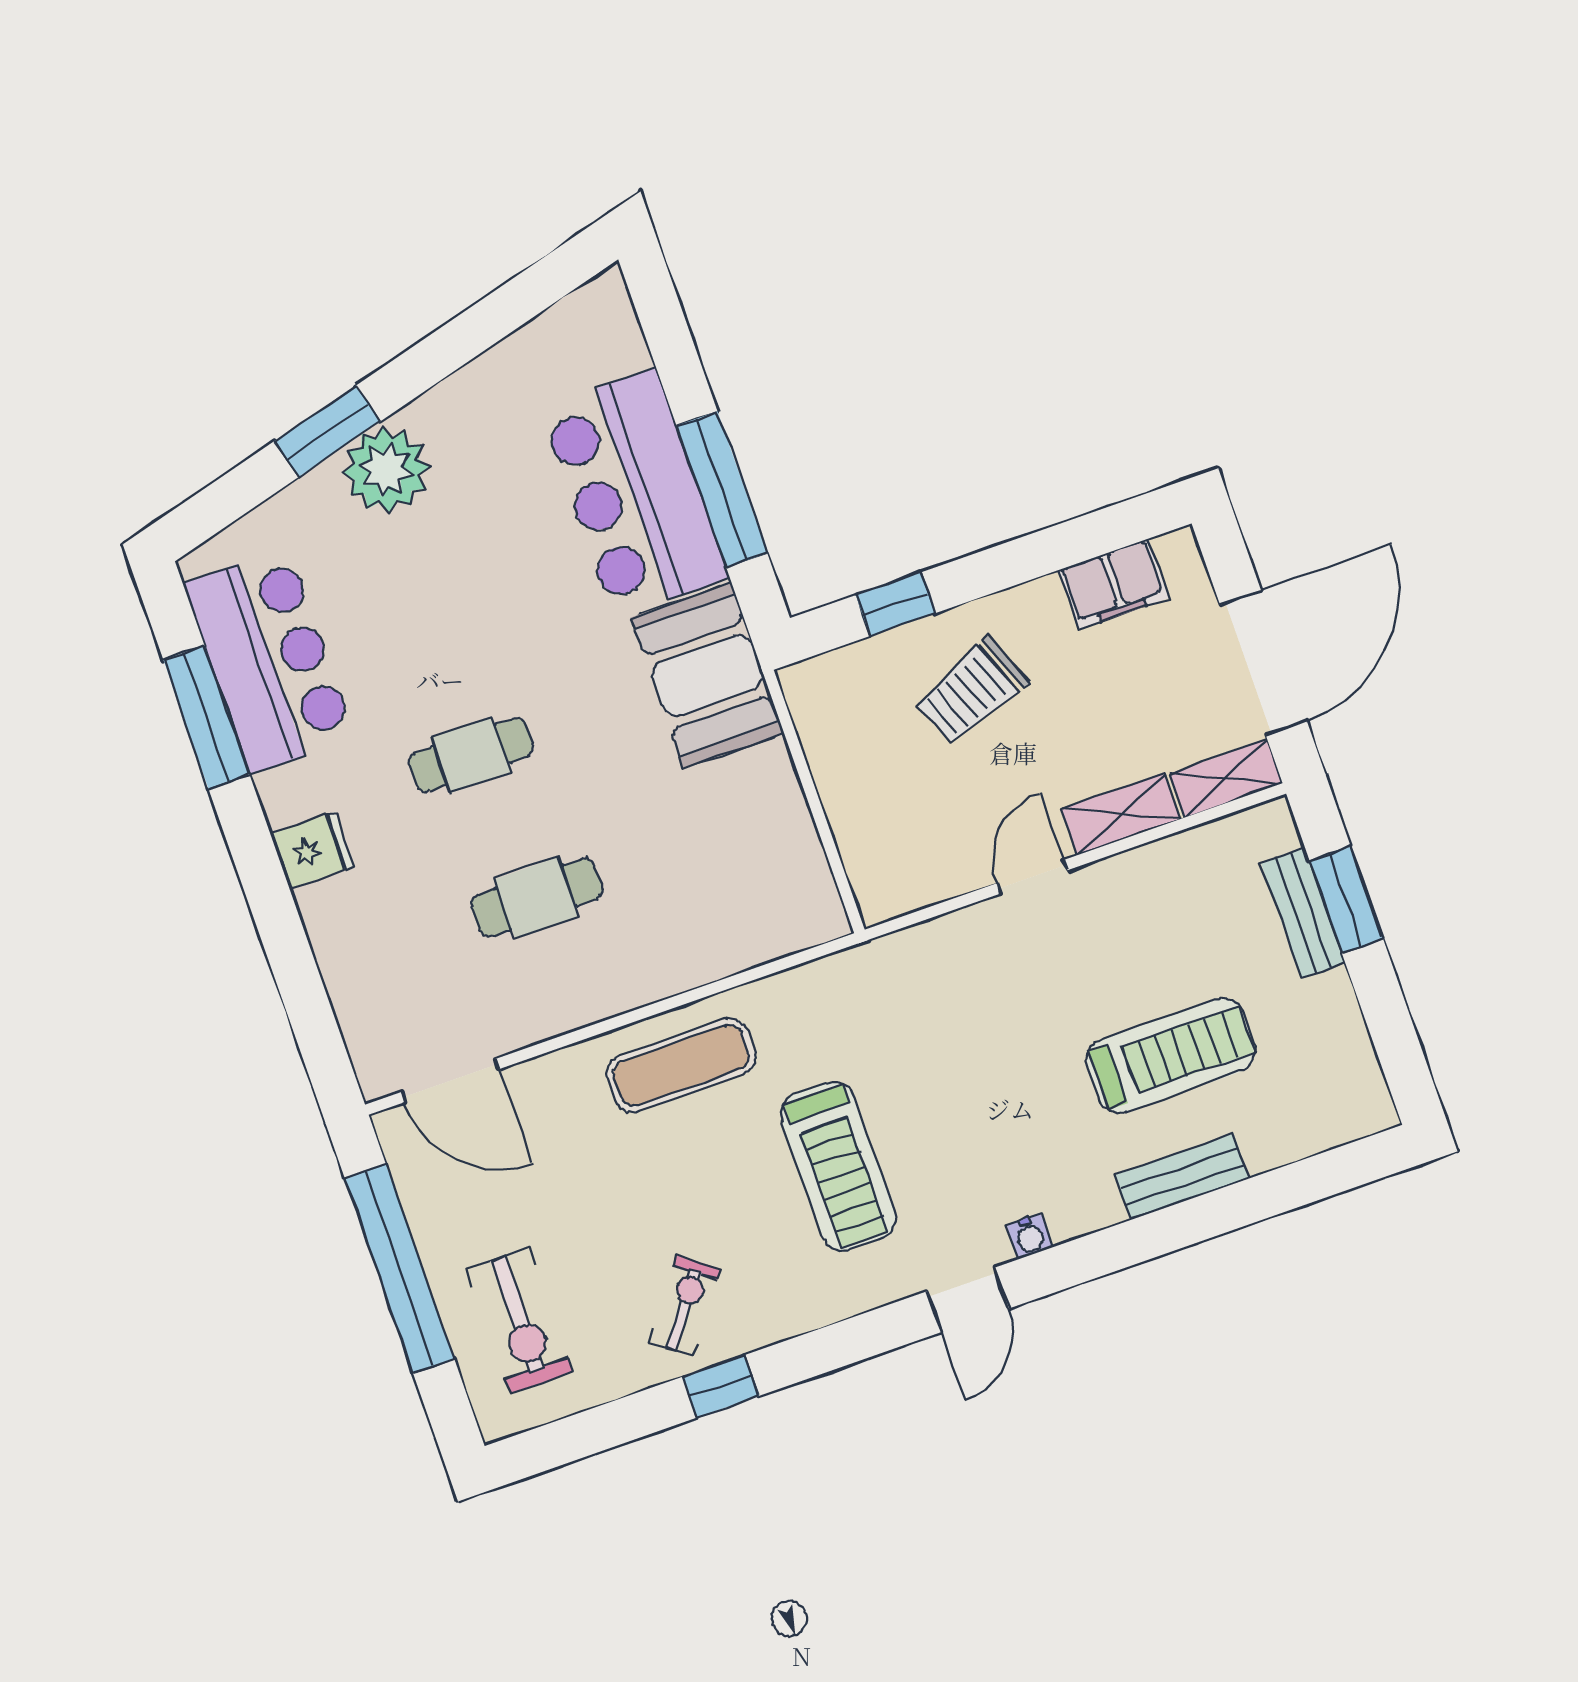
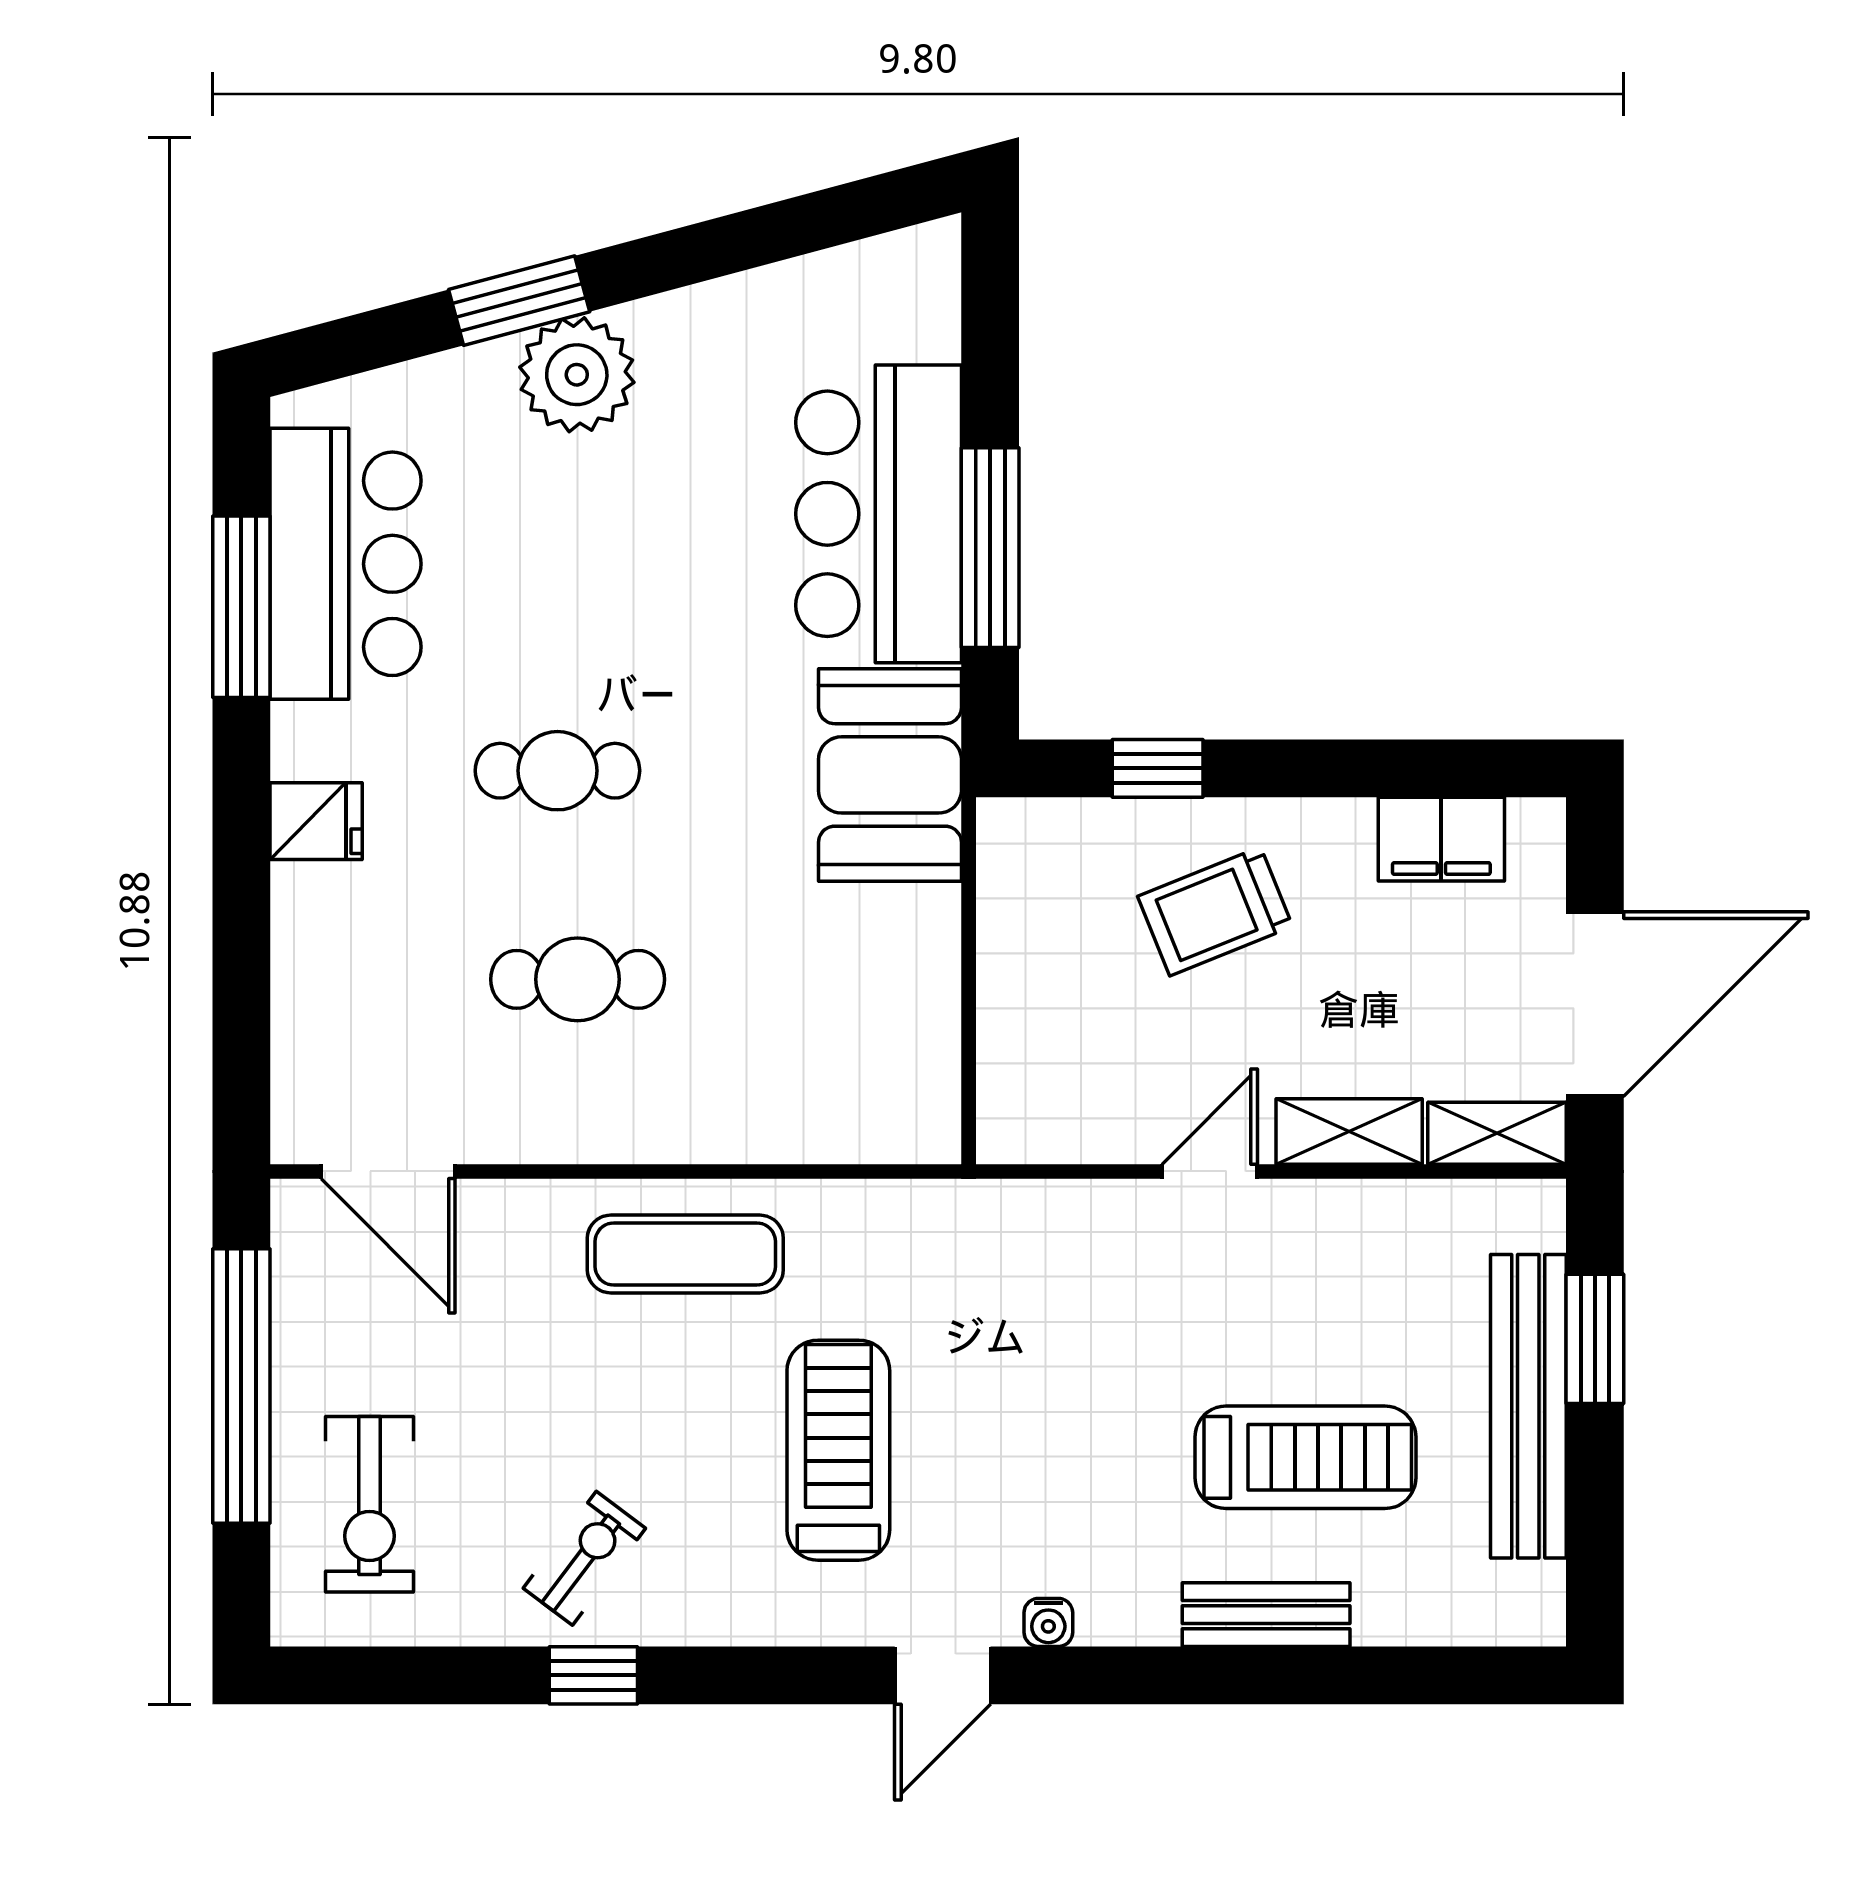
bench: (1303, 912) -> (1528, 1406), width x1.86, depth x1.21
treadmill: (838, 1166) -> (838, 1450), turned 180

